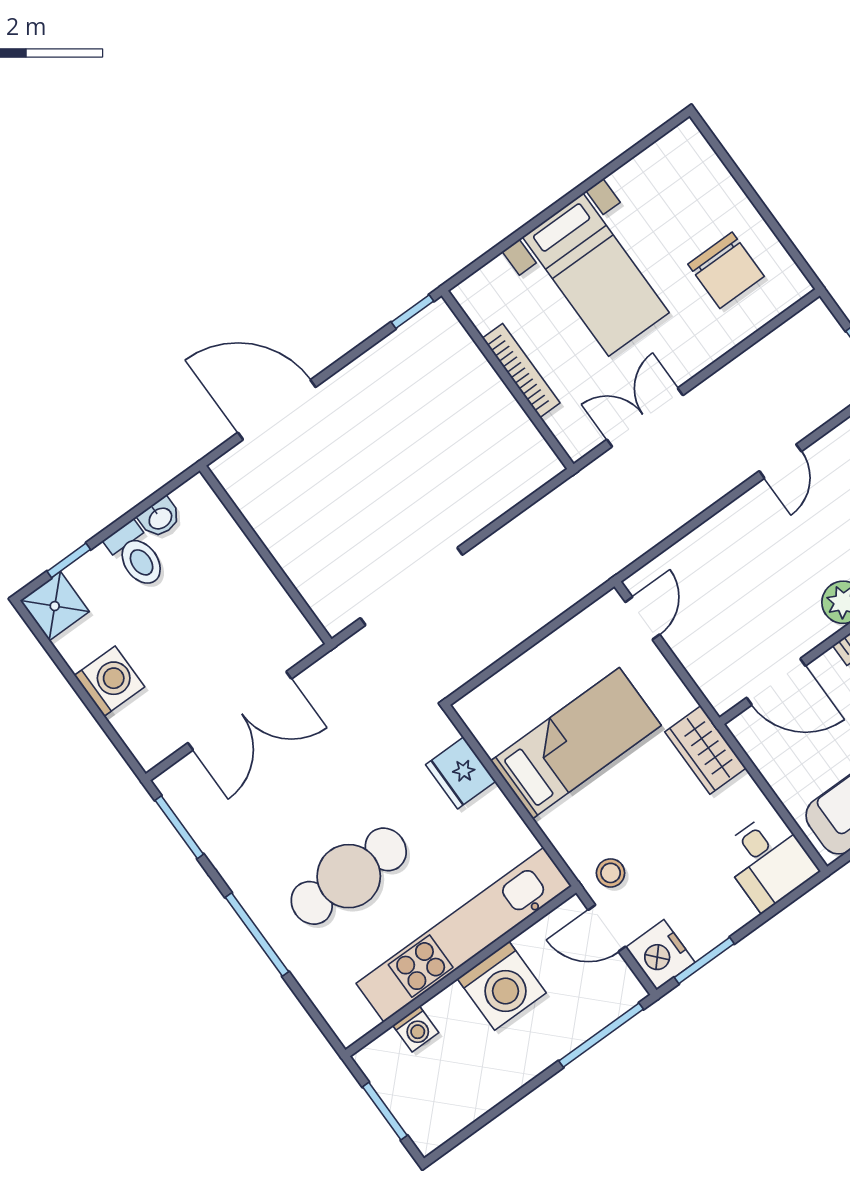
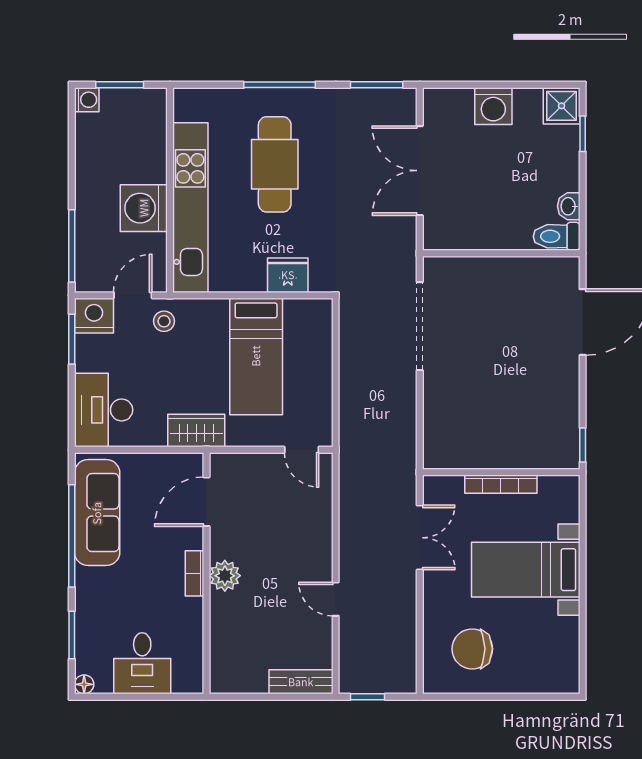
toilet: (136, 555) -> (557, 236), moved
desk: (768, 861) -> (104, 410), width x1.37
washing machine: (416, 1029) -> (87, 100), moved, turned 180

